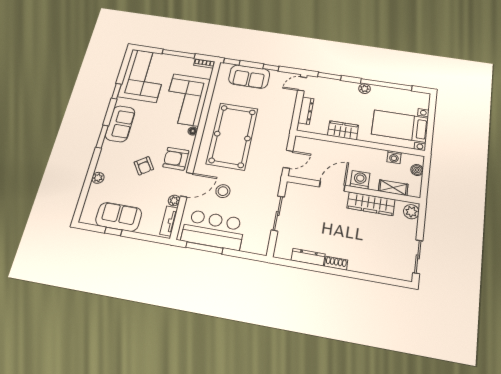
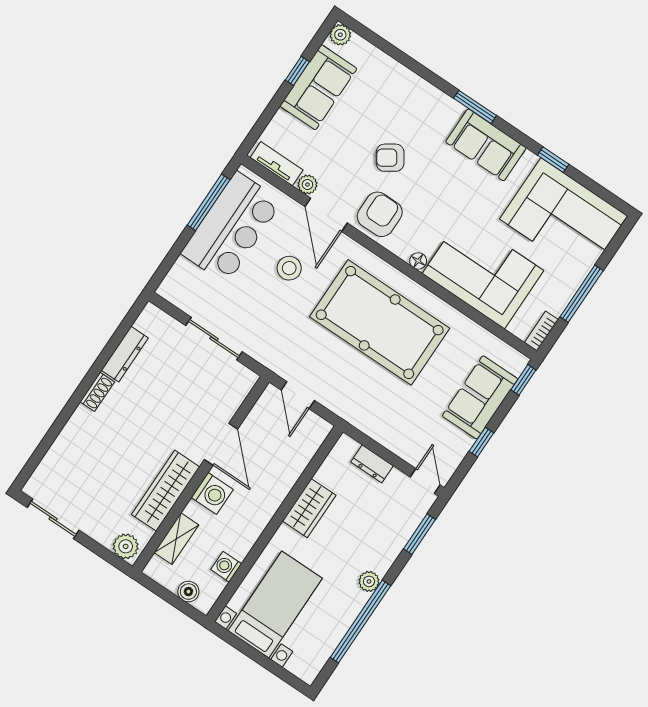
dresser: (306, 111) -> (372, 464), width x0.70
plant: (98, 178) -> (340, 35), moved

